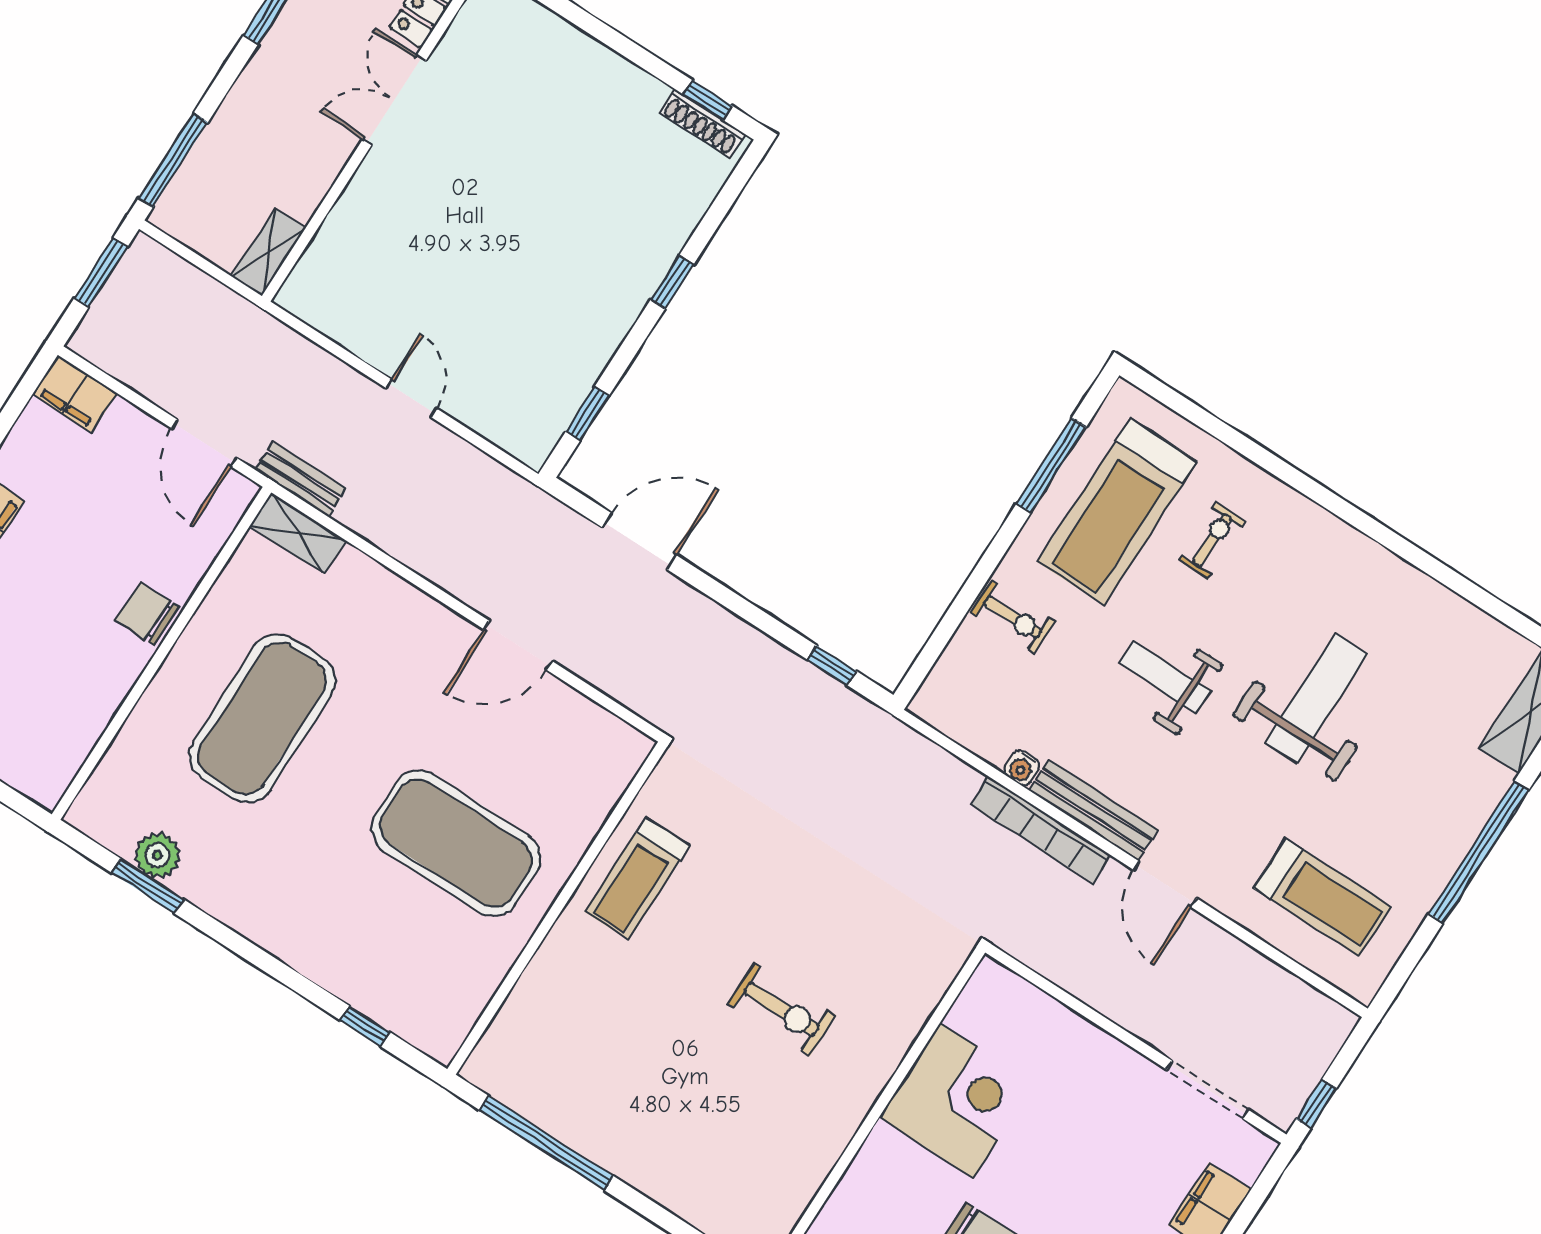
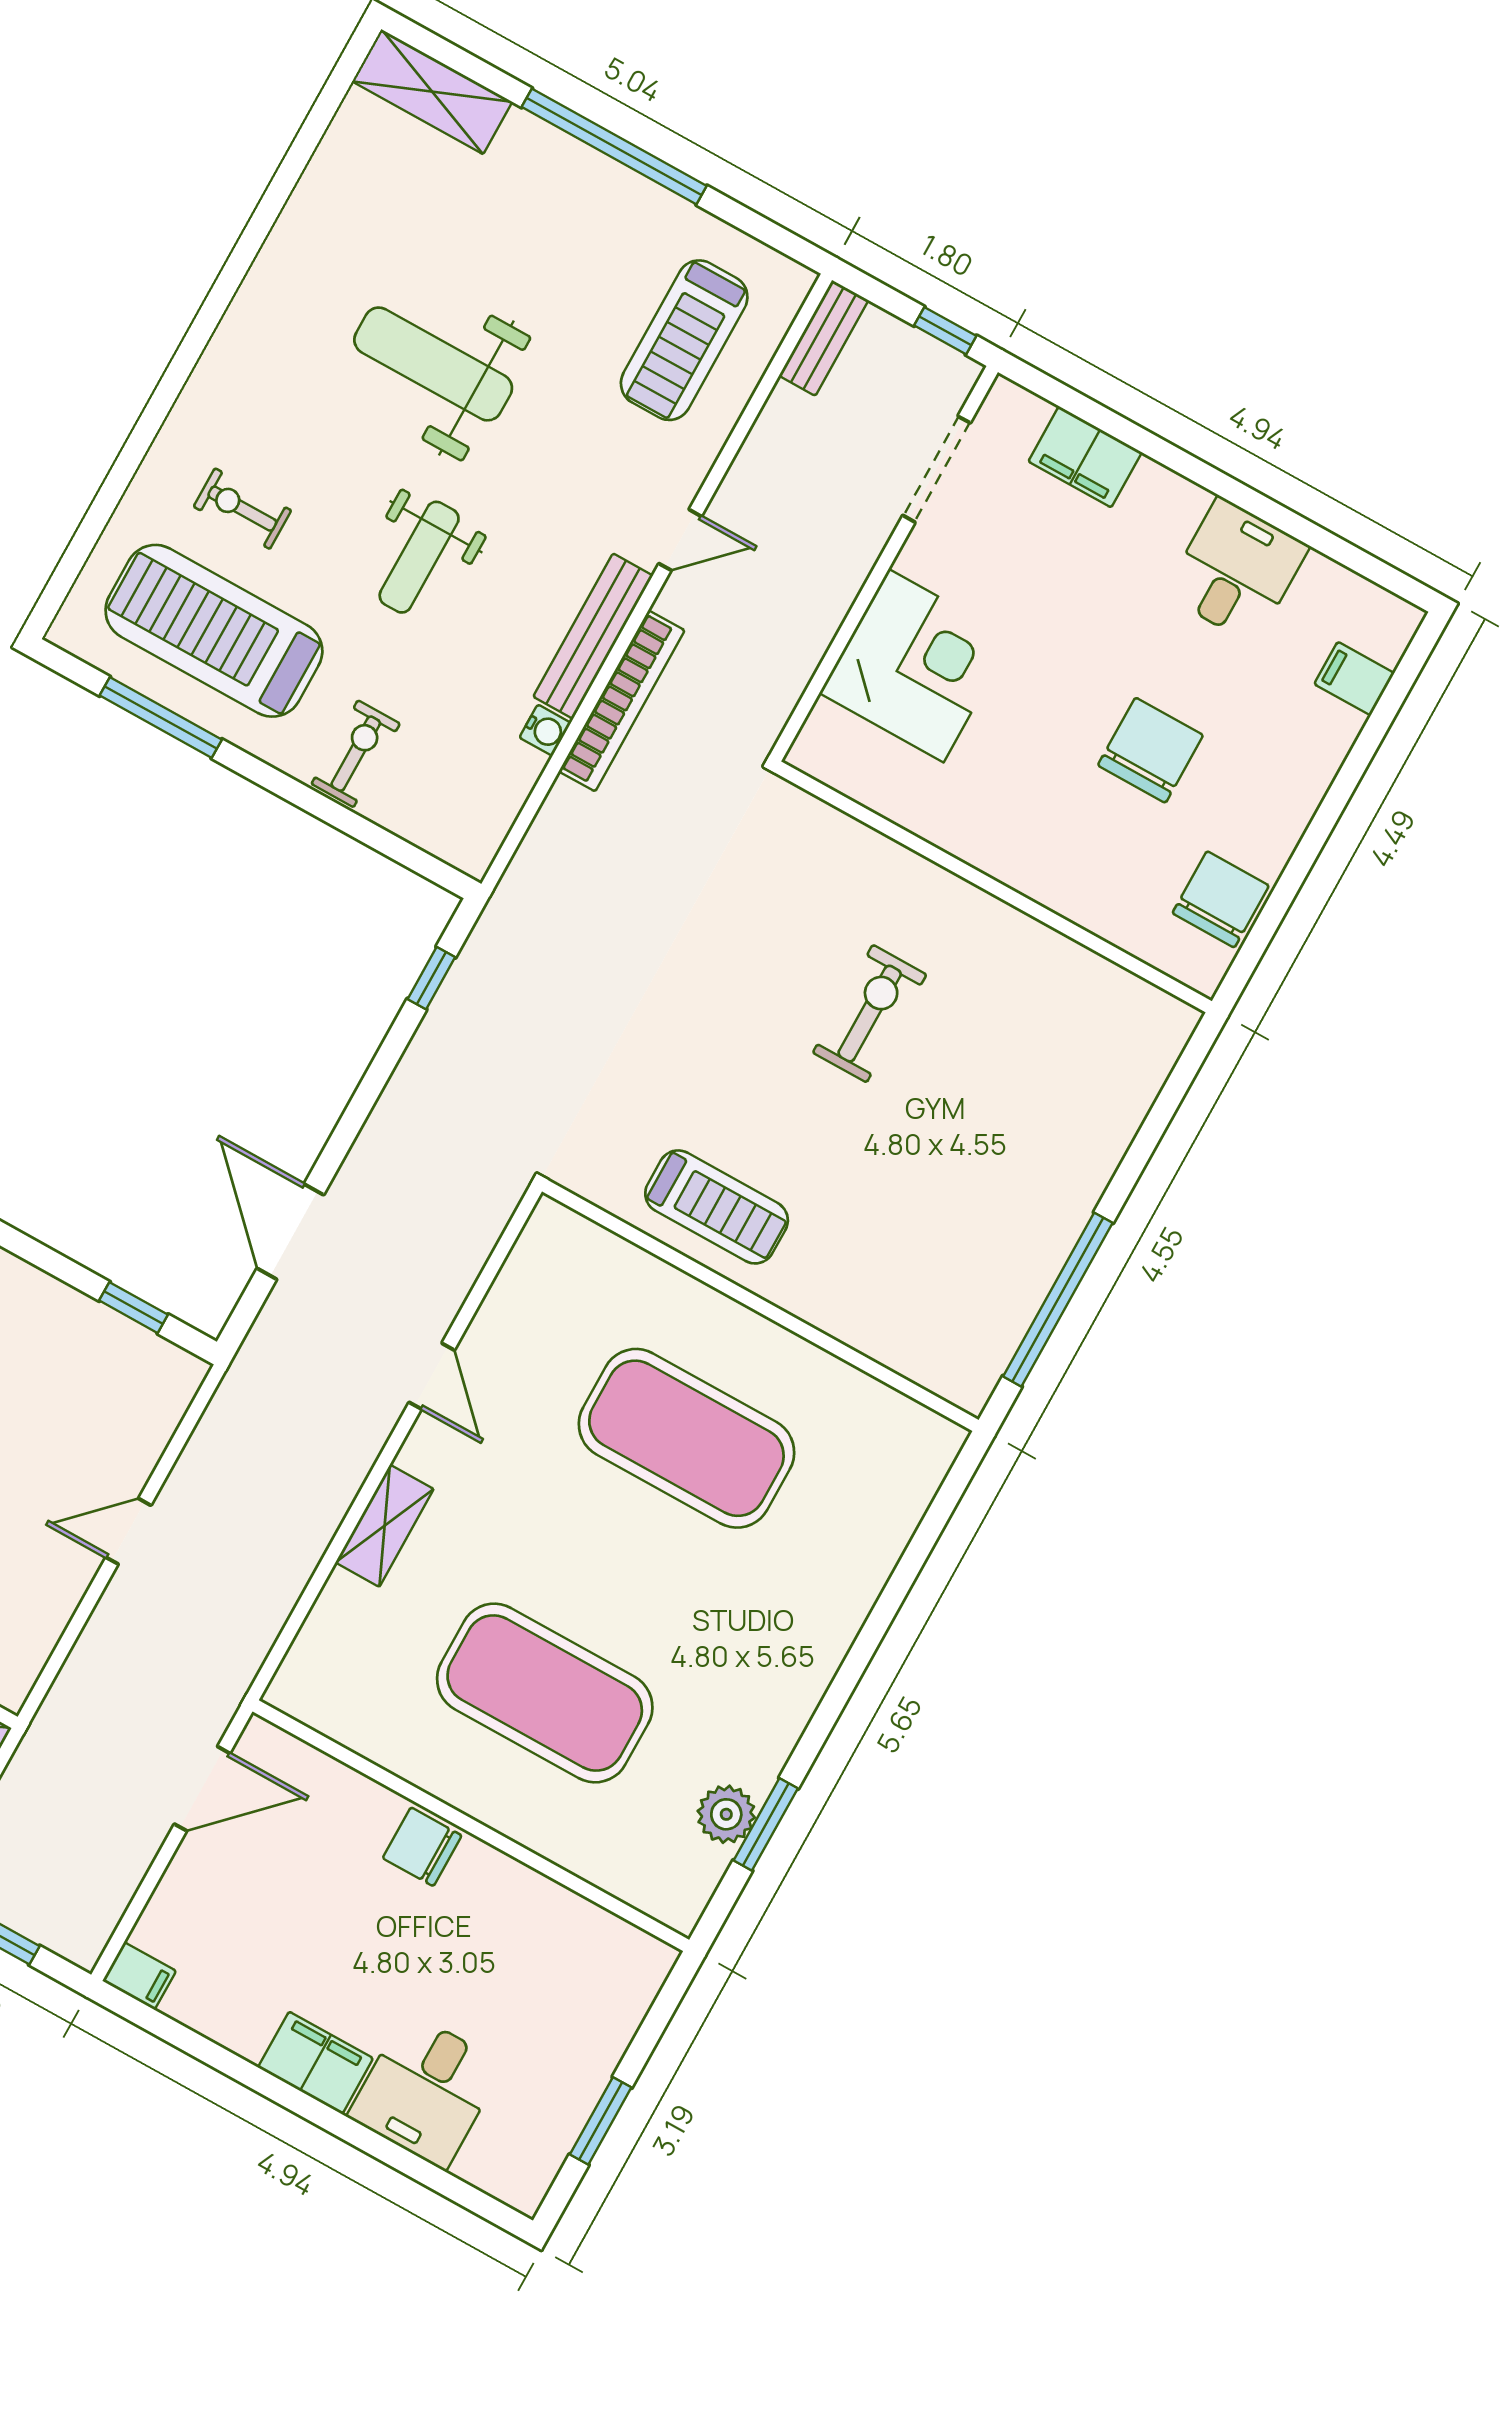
filing cabinet: (75, 394) -> (139, 1976), width x0.50
bench: (300, 479) -> (824, 338), moved
treadmill: (1117, 512) -> (214, 631), turned 180
shelving: (298, 533) -> (385, 1526), moved
chair: (147, 614) -> (422, 1847), turned 90
door: (518, 645) -> (432, 1376), width x0.73
exercise mat: (456, 843) -> (686, 1438), turned 90
door: (1165, 884) -> (680, 540), width x0.73
treadmill: (1322, 897) -> (684, 340), turned 180
window: (365, 1026) -> (925, 1538), removed
corner desk: (957, 1100) -> (916, 666), moved, turned 90

